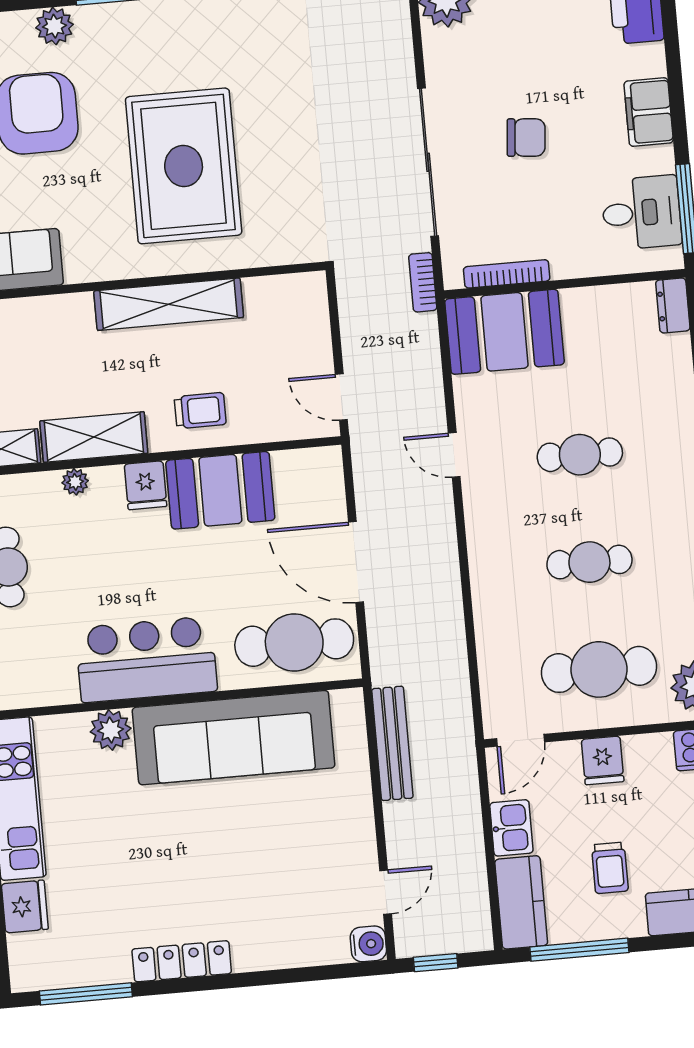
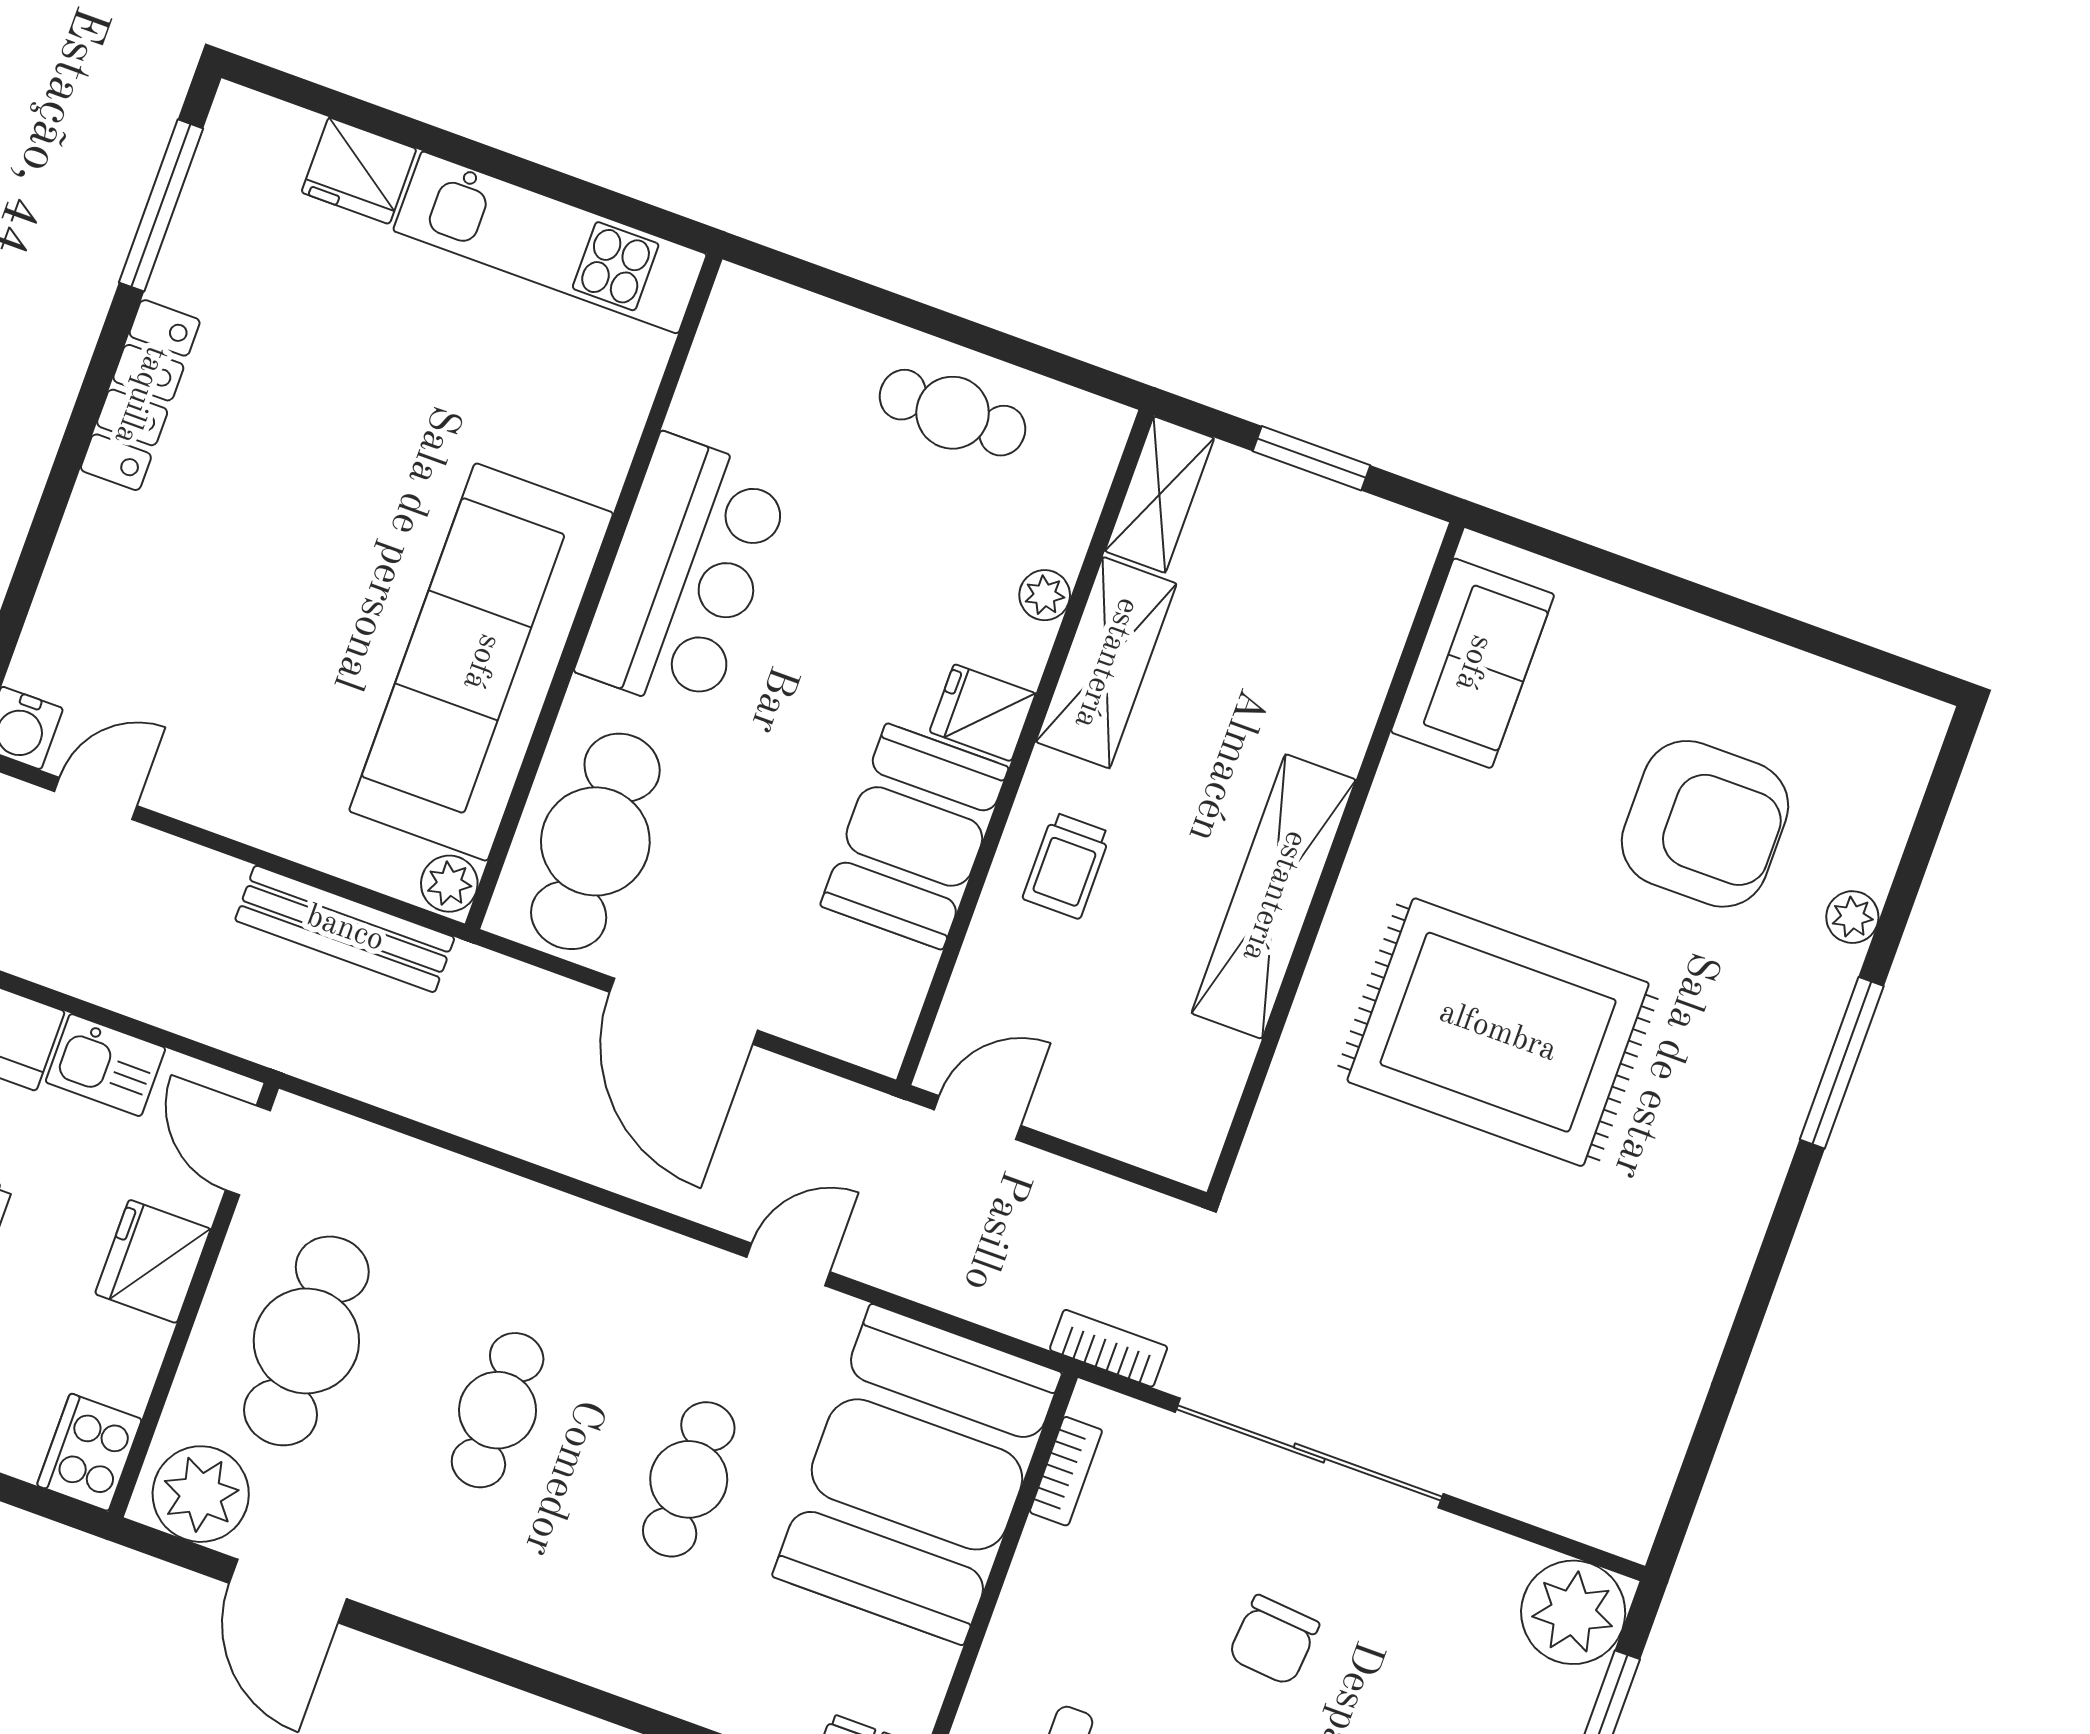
plant: (54, 26) -> (1852, 917), width x0.73, depth x0.73
bookcase: (507, 274) -> (1066, 1471), width x0.64
booth: (505, 332) -> (917, 1474), width x1.36, depth x1.42
door: (356, 562) -> (684, 1011), swing flipped
plant: (111, 730) -> (449, 884), moved, width x0.73, depth x0.73
fridge: (603, 760) -> (153, 1261), width x1.38
door: (386, 892) -> (96, 799), swing flipped

